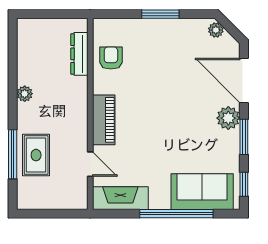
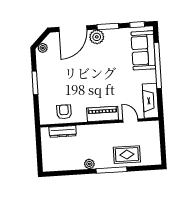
armchair: (111, 58) -> (64, 112), turned 90
window: (13, 154) -> (111, 170), moved
door: (90, 164) -> (131, 121), hinge flipped

